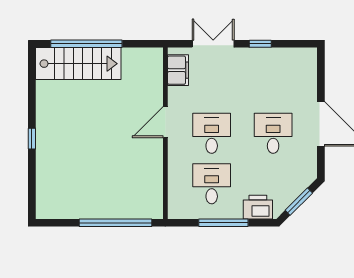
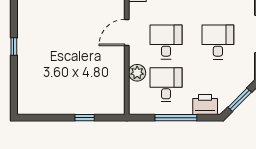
plant: (178, 170) -> (137, 73), added
window: (116, 223) -> (85, 118), width x0.32

